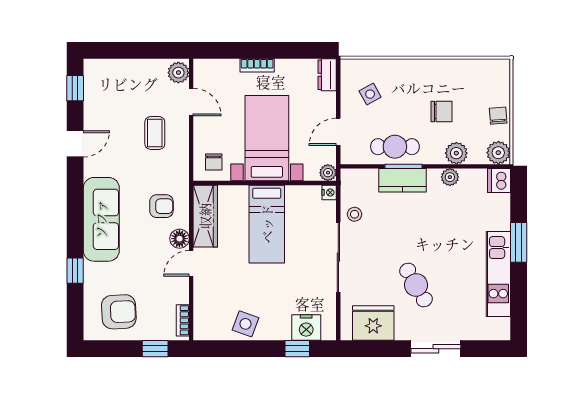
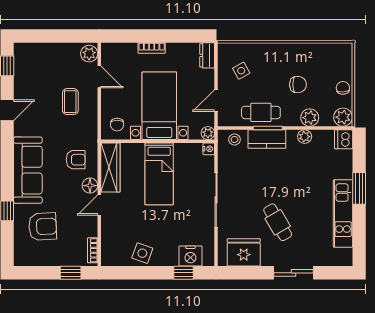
stool: (354, 214) -> (234, 139), moved
armchair: (119, 312) -> (43, 227), moved

